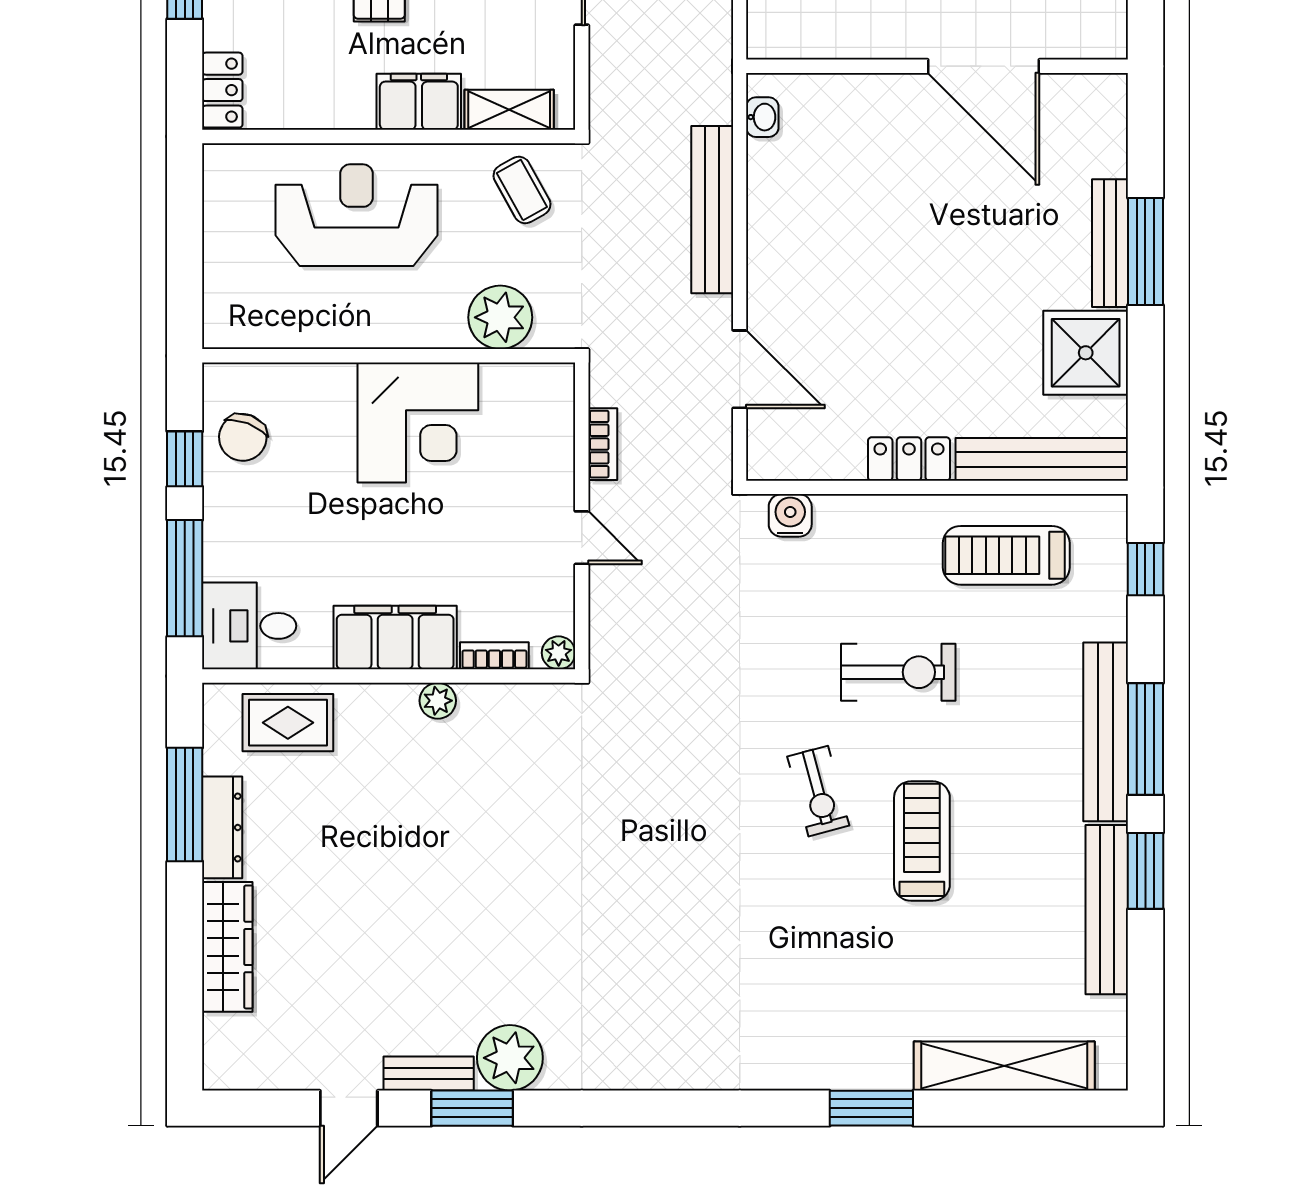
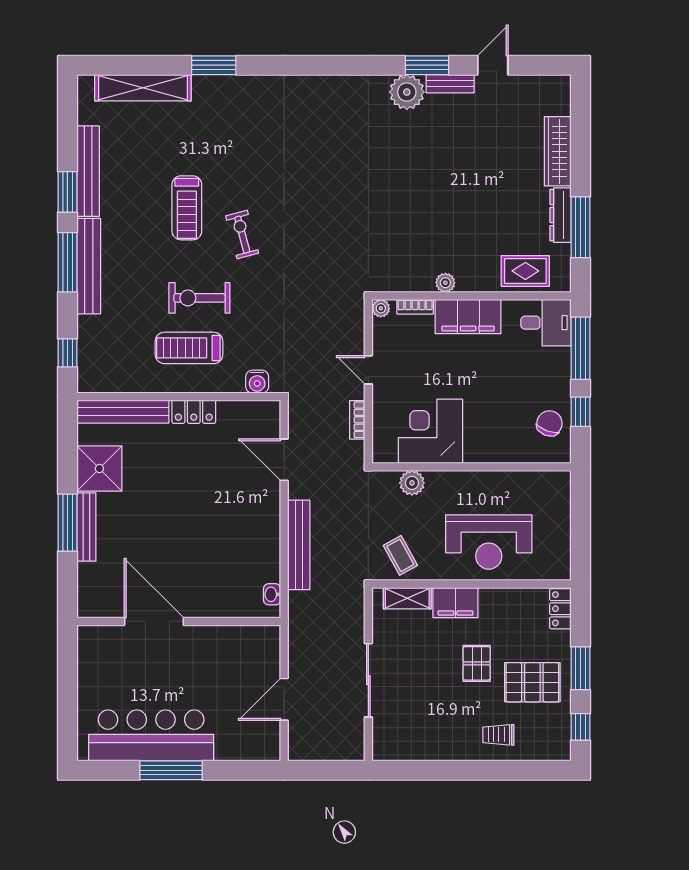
plant: (500, 317) -> (412, 483), width x0.73, depth x0.73
corner desk: (418, 423) -> (430, 431), moved
treadmill: (1006, 555) -> (189, 348), moved, turned 180

